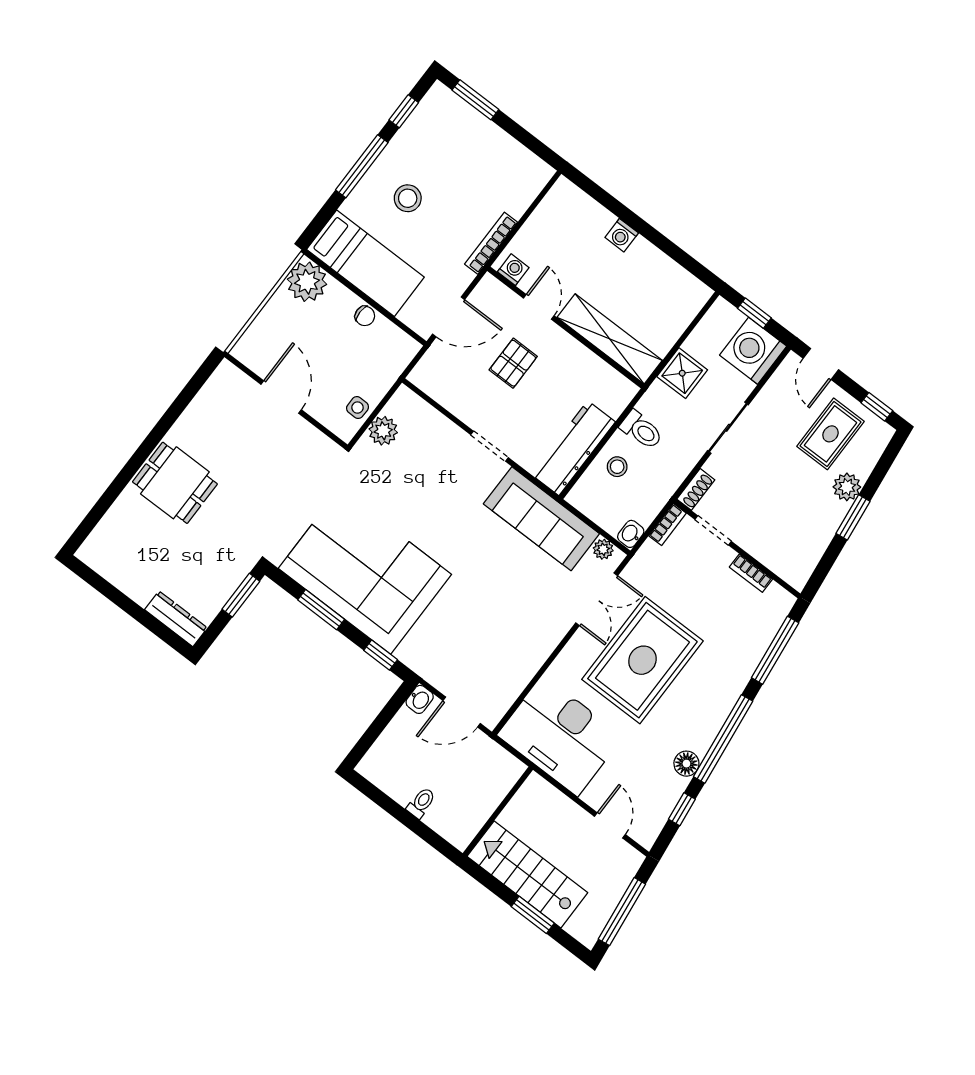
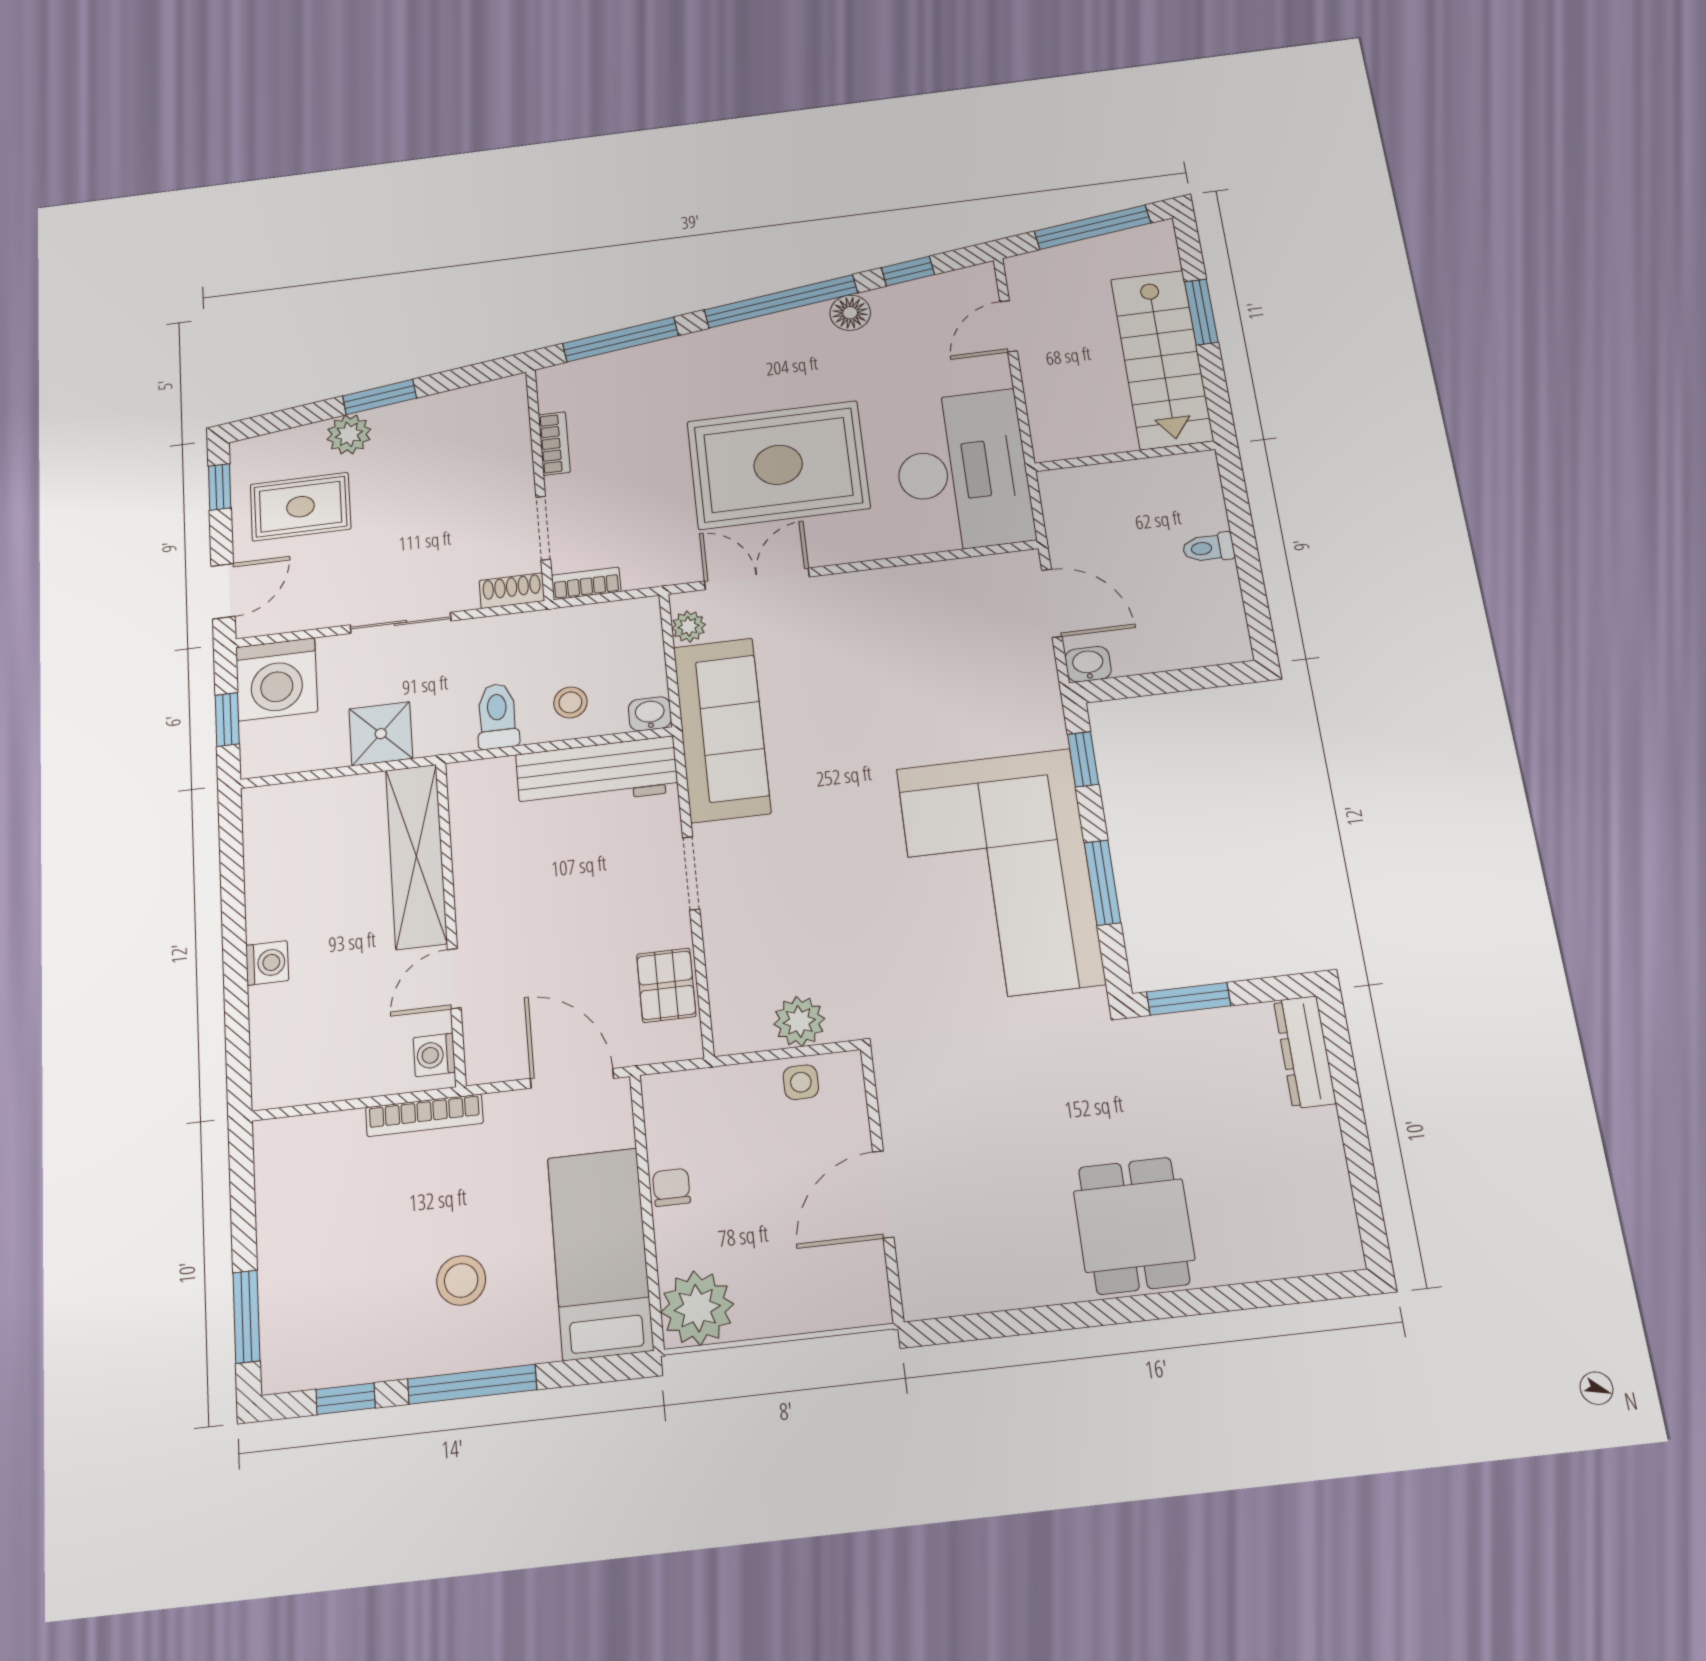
pallet: (513, 363) -> (666, 985), moved, turned 90
washbasin: (631, 534) -> (650, 714), moved, turned 180

